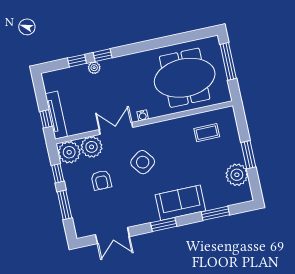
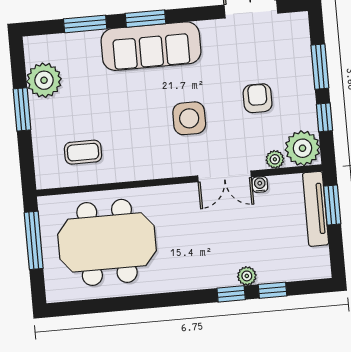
window: (228, 61) -> (34, 240), moved
water cooler: (143, 115) -> (260, 184), moved
window: (46, 119) -> (332, 205), width x1.50
plant: (92, 147) -> (275, 159), width x0.53, depth x0.53
side table: (143, 162) -> (189, 118), turned 37
sofa: (180, 203) -> (151, 46), width x1.36
window: (164, 225) -> (145, 19), moved

